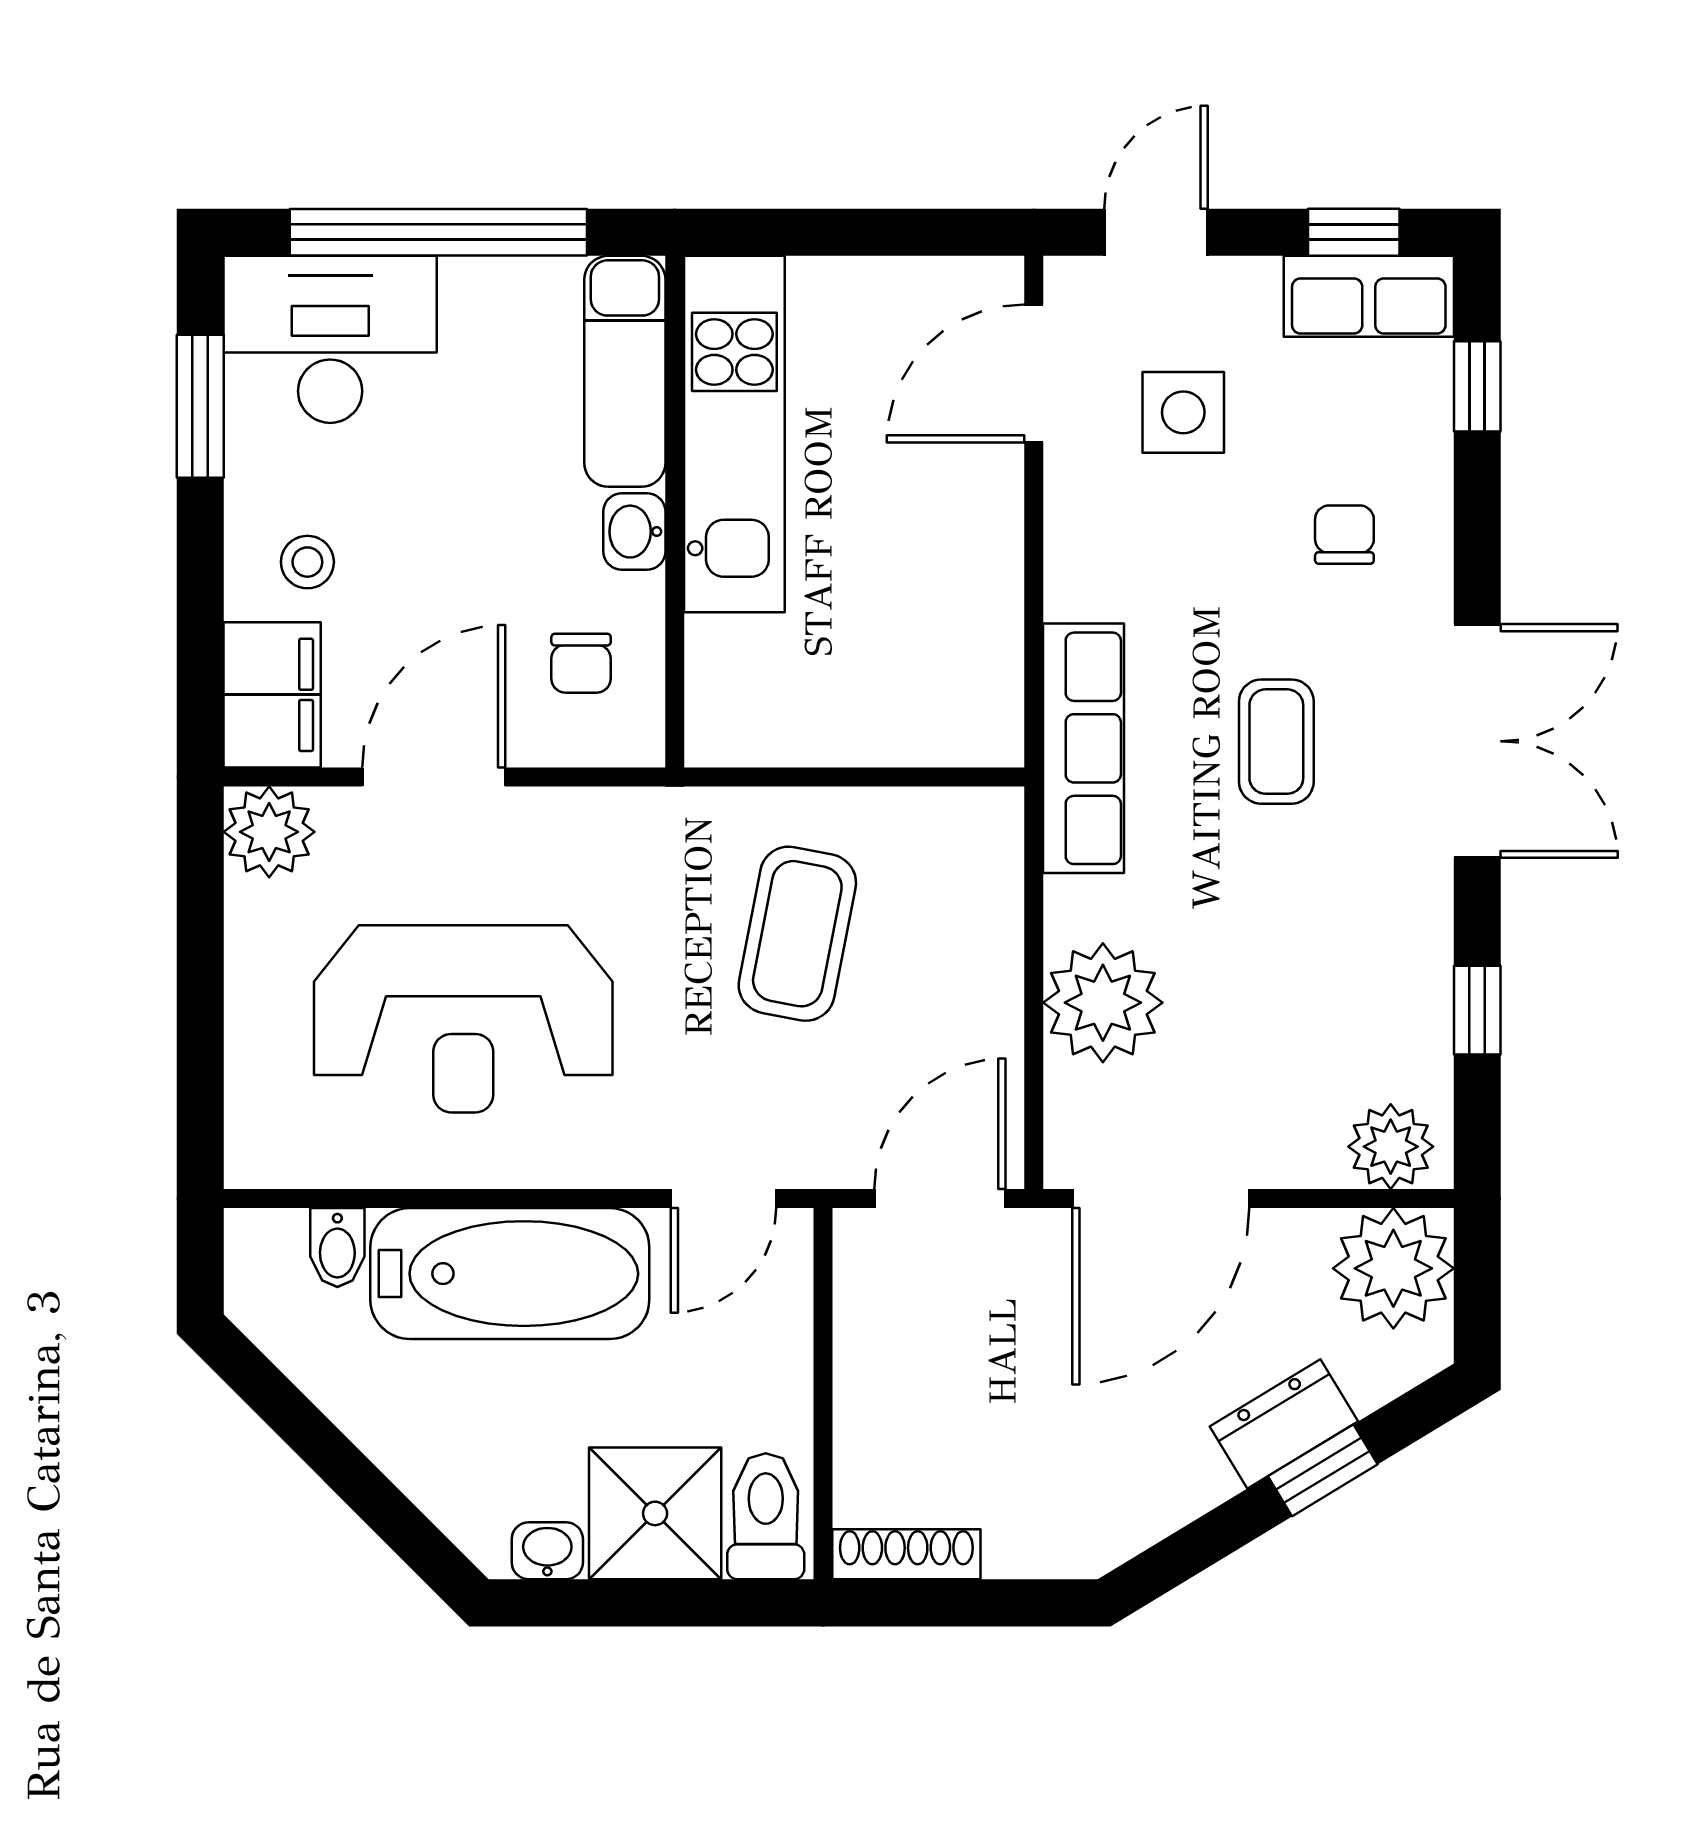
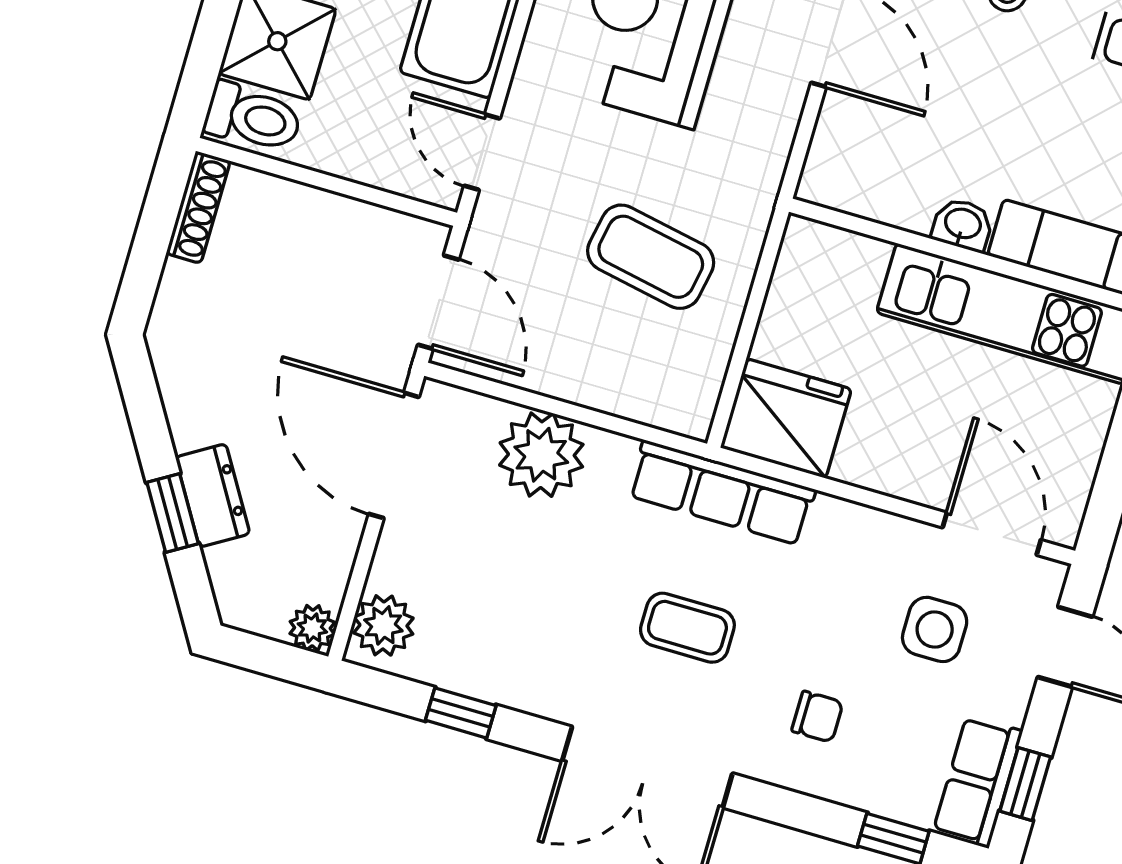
chair: (581, 663) -> (882, 161), removed
fridge: (960, 692) -> (786, 418), added
plant: (1393, 1268) -> (312, 628), width x0.53, depth x0.53

